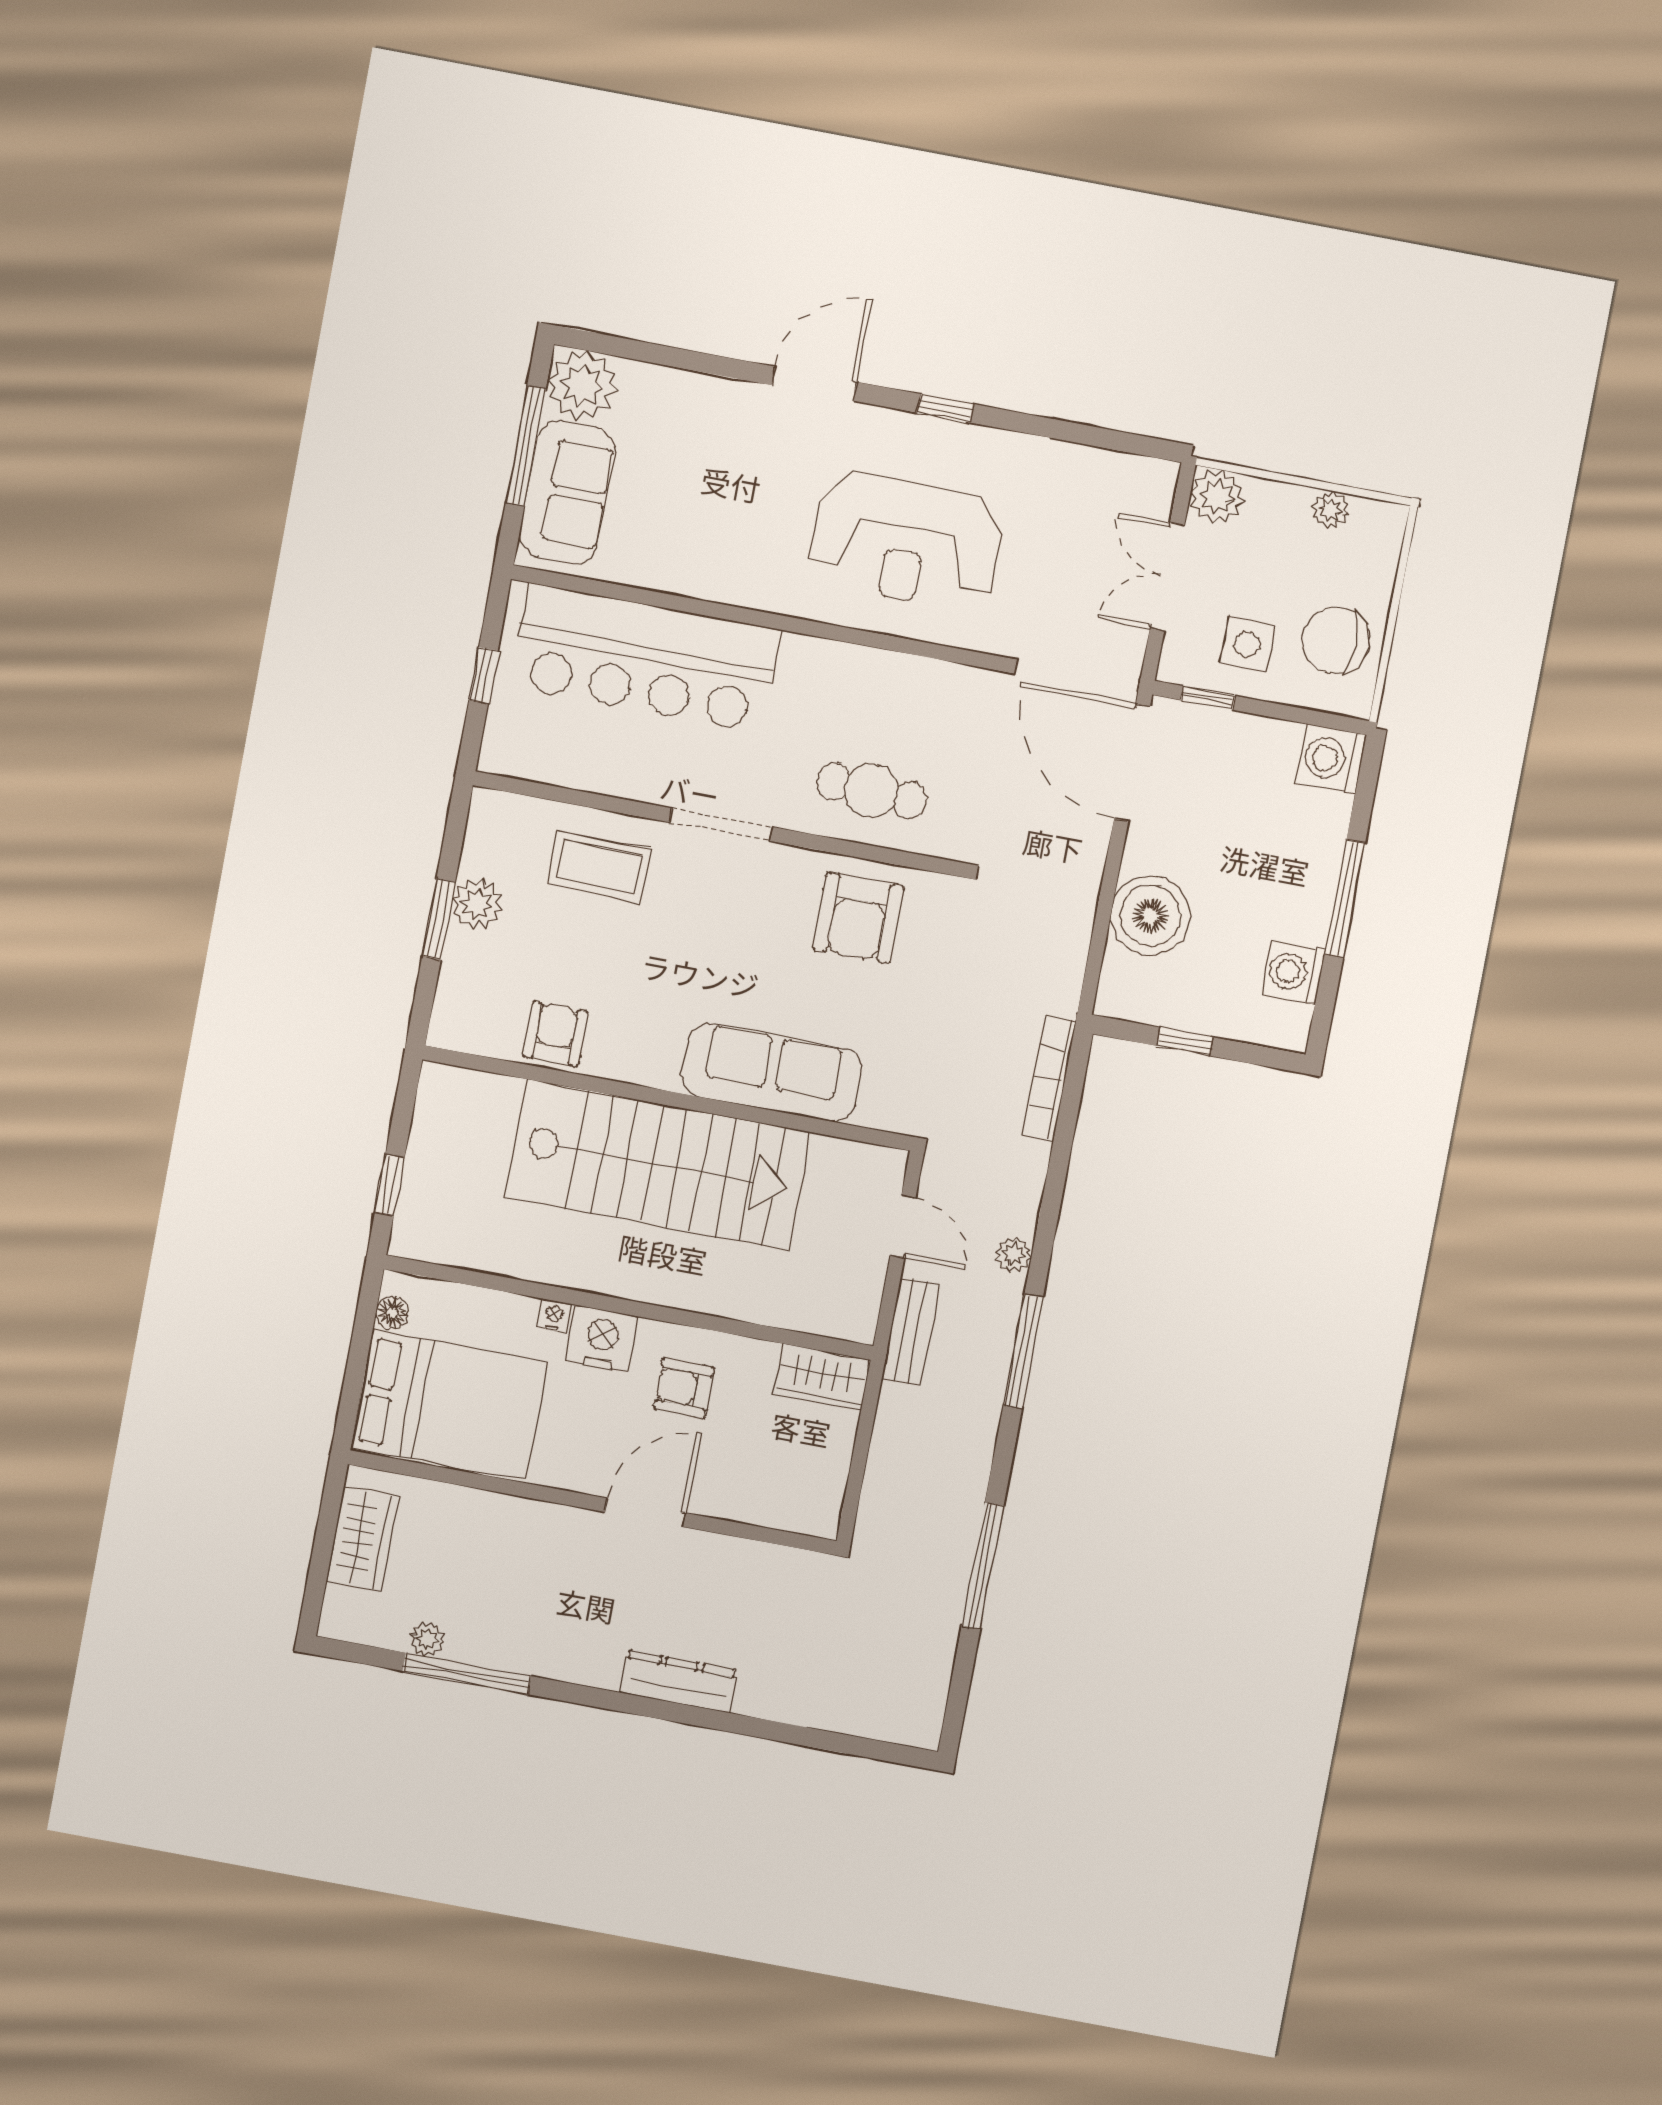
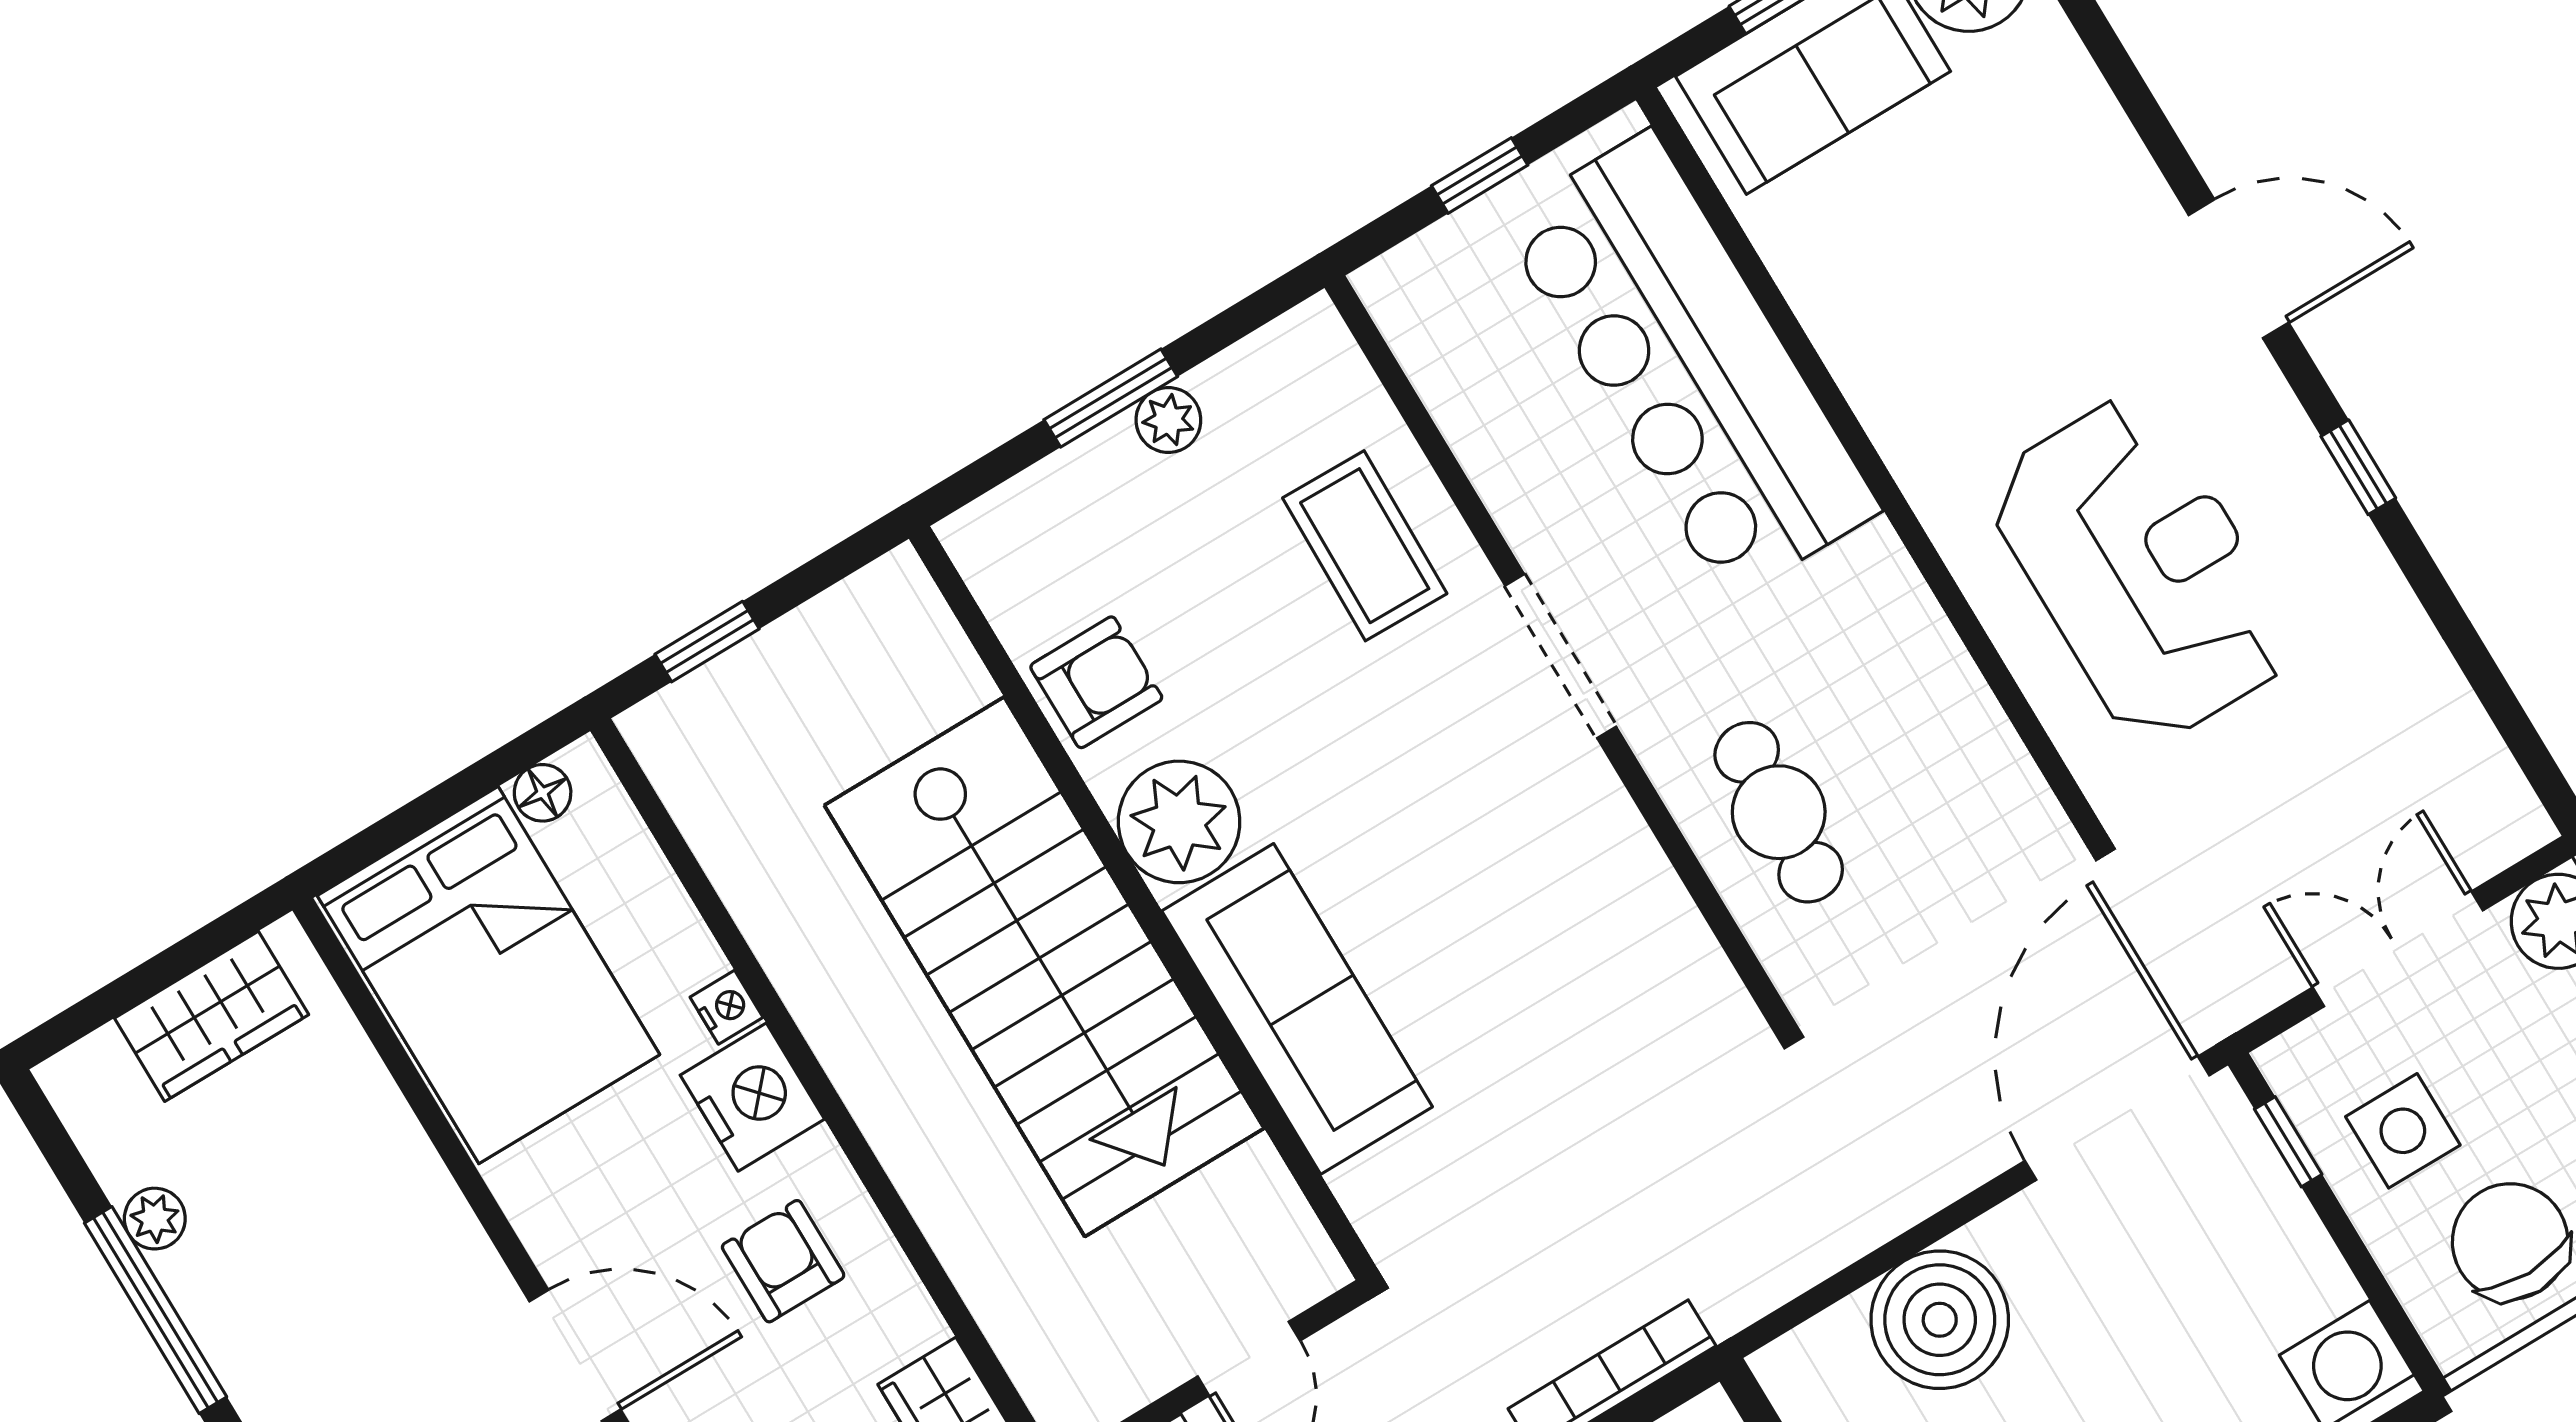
reception desk: (906, 541) -> (2141, 569), turned 180
plant: (477, 904) -> (1168, 420), width x0.73, depth x0.73
armchair: (859, 918) -> (1599, 943), removed
plant: (647, 1052) -> (1179, 822), added

